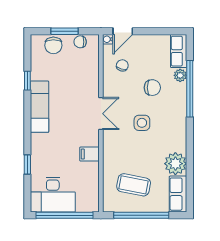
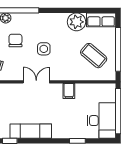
coffee table: (134, 185) -> (94, 56), turned -61

